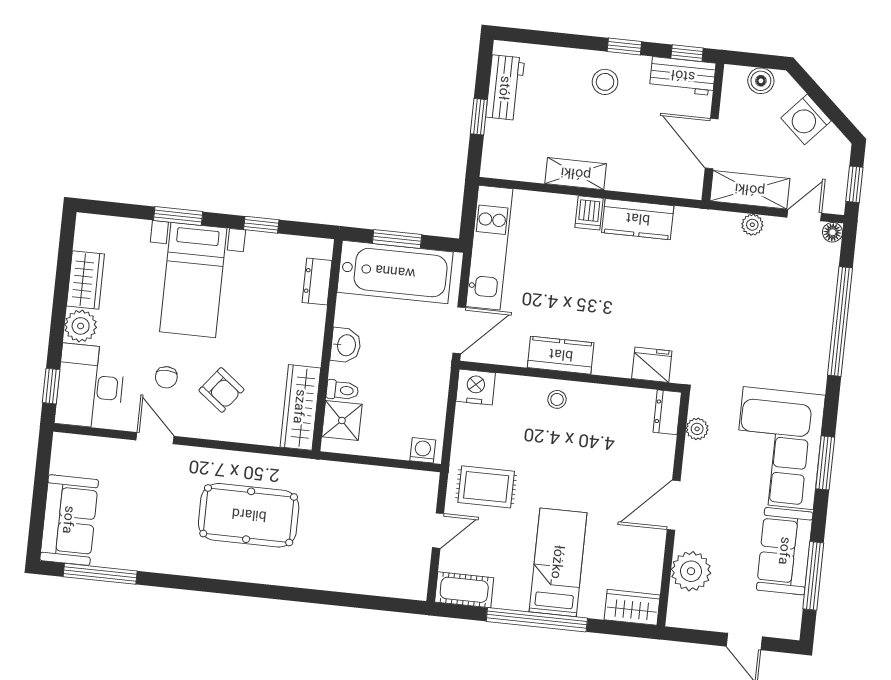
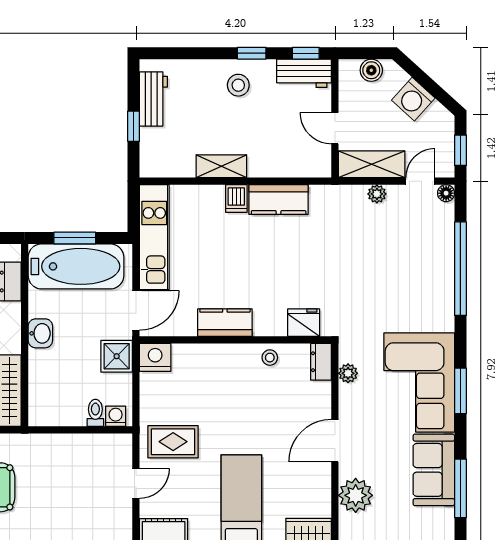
door: (712, 144) -> (335, 128), width x0.73
toilet: (342, 390) -> (95, 413), moved, turned -90
stool: (557, 399) -> (270, 358), moved
shower: (342, 420) -> (117, 356), moved

